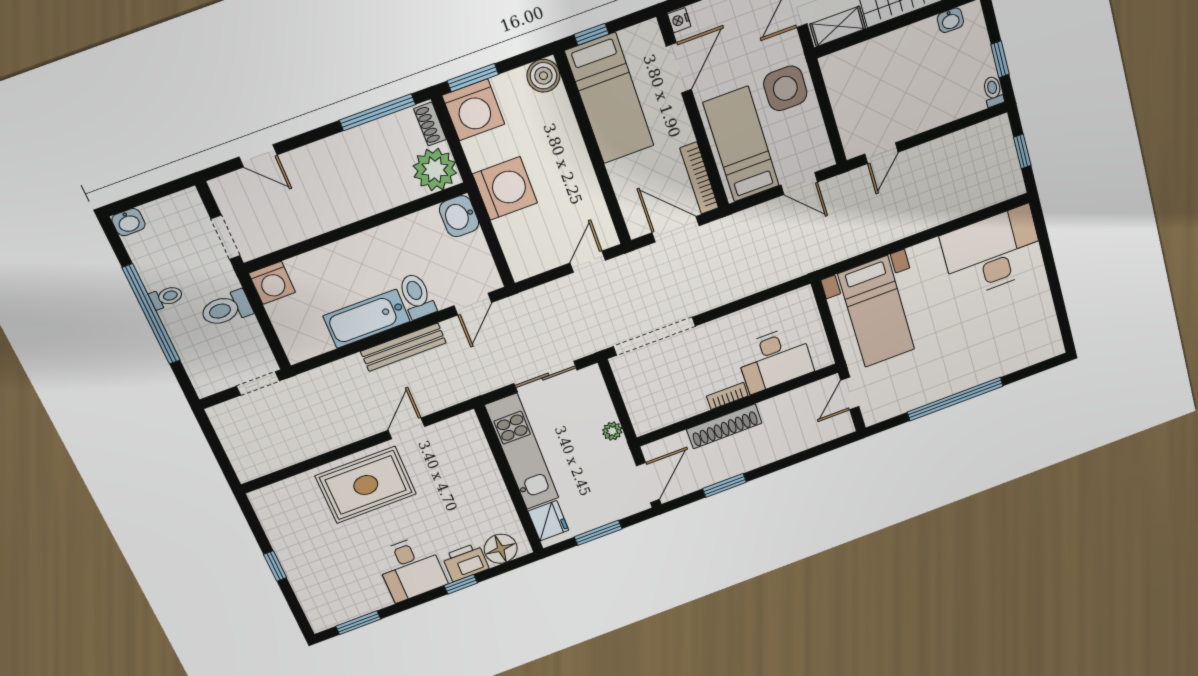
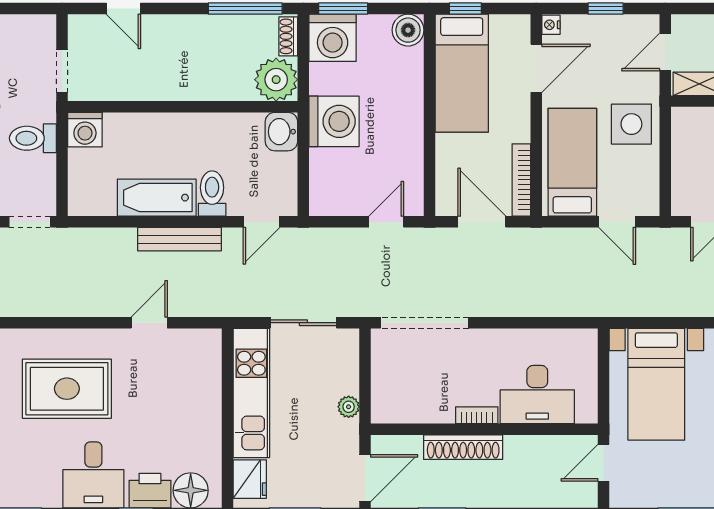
rug: (366, 485) -> (67, 389), moved

